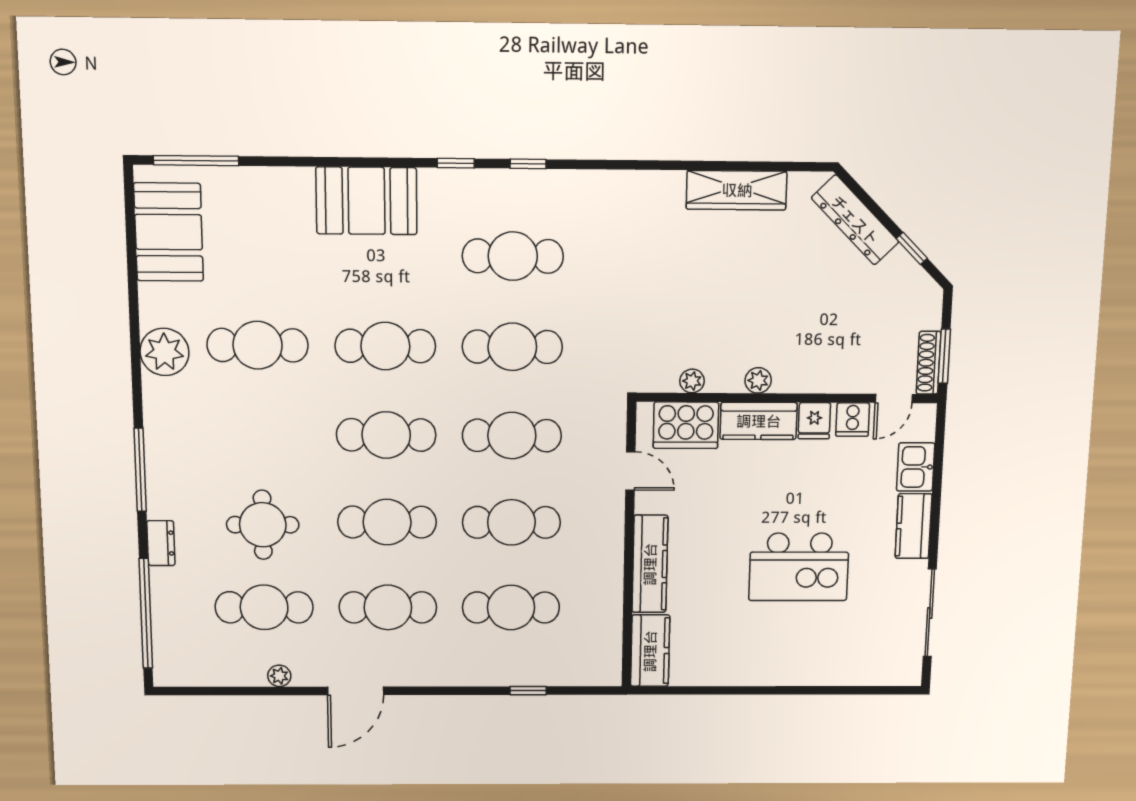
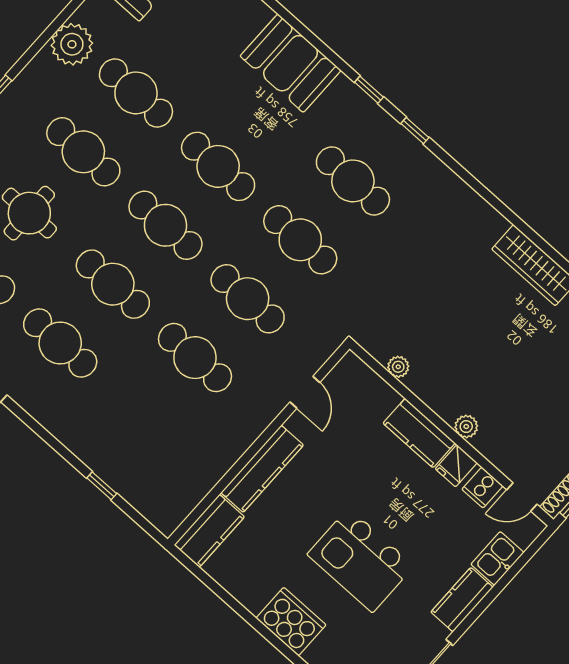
plant: (758, 380) -> (466, 427), moved
cooker: (686, 425) -> (291, 622), moved, turned 180
cafe table: (511, 607) -> (83, 152), moved

